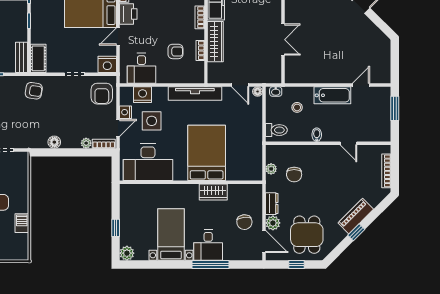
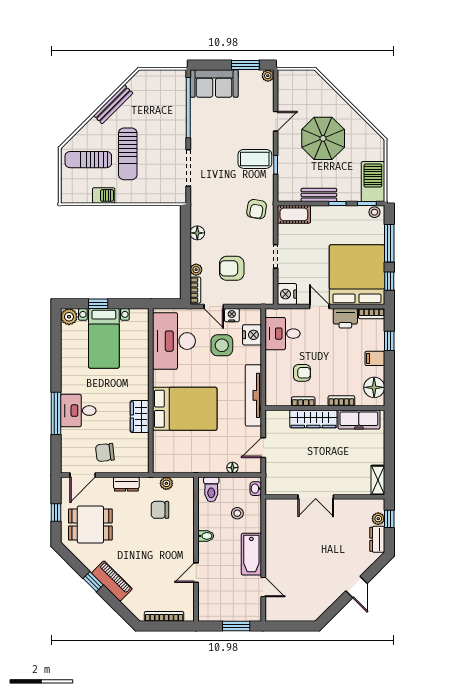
armchair: (175, 51) -> (302, 373), turned -90
bench: (21, 57) -> (319, 195), moved
floor lamp: (258, 92) -> (232, 468), moved
armchair: (102, 94) -> (232, 268), moved
plant: (273, 223) -> (104, 485), removed
bed with nightstands: (171, 235) -> (104, 338), moved, turned 90

